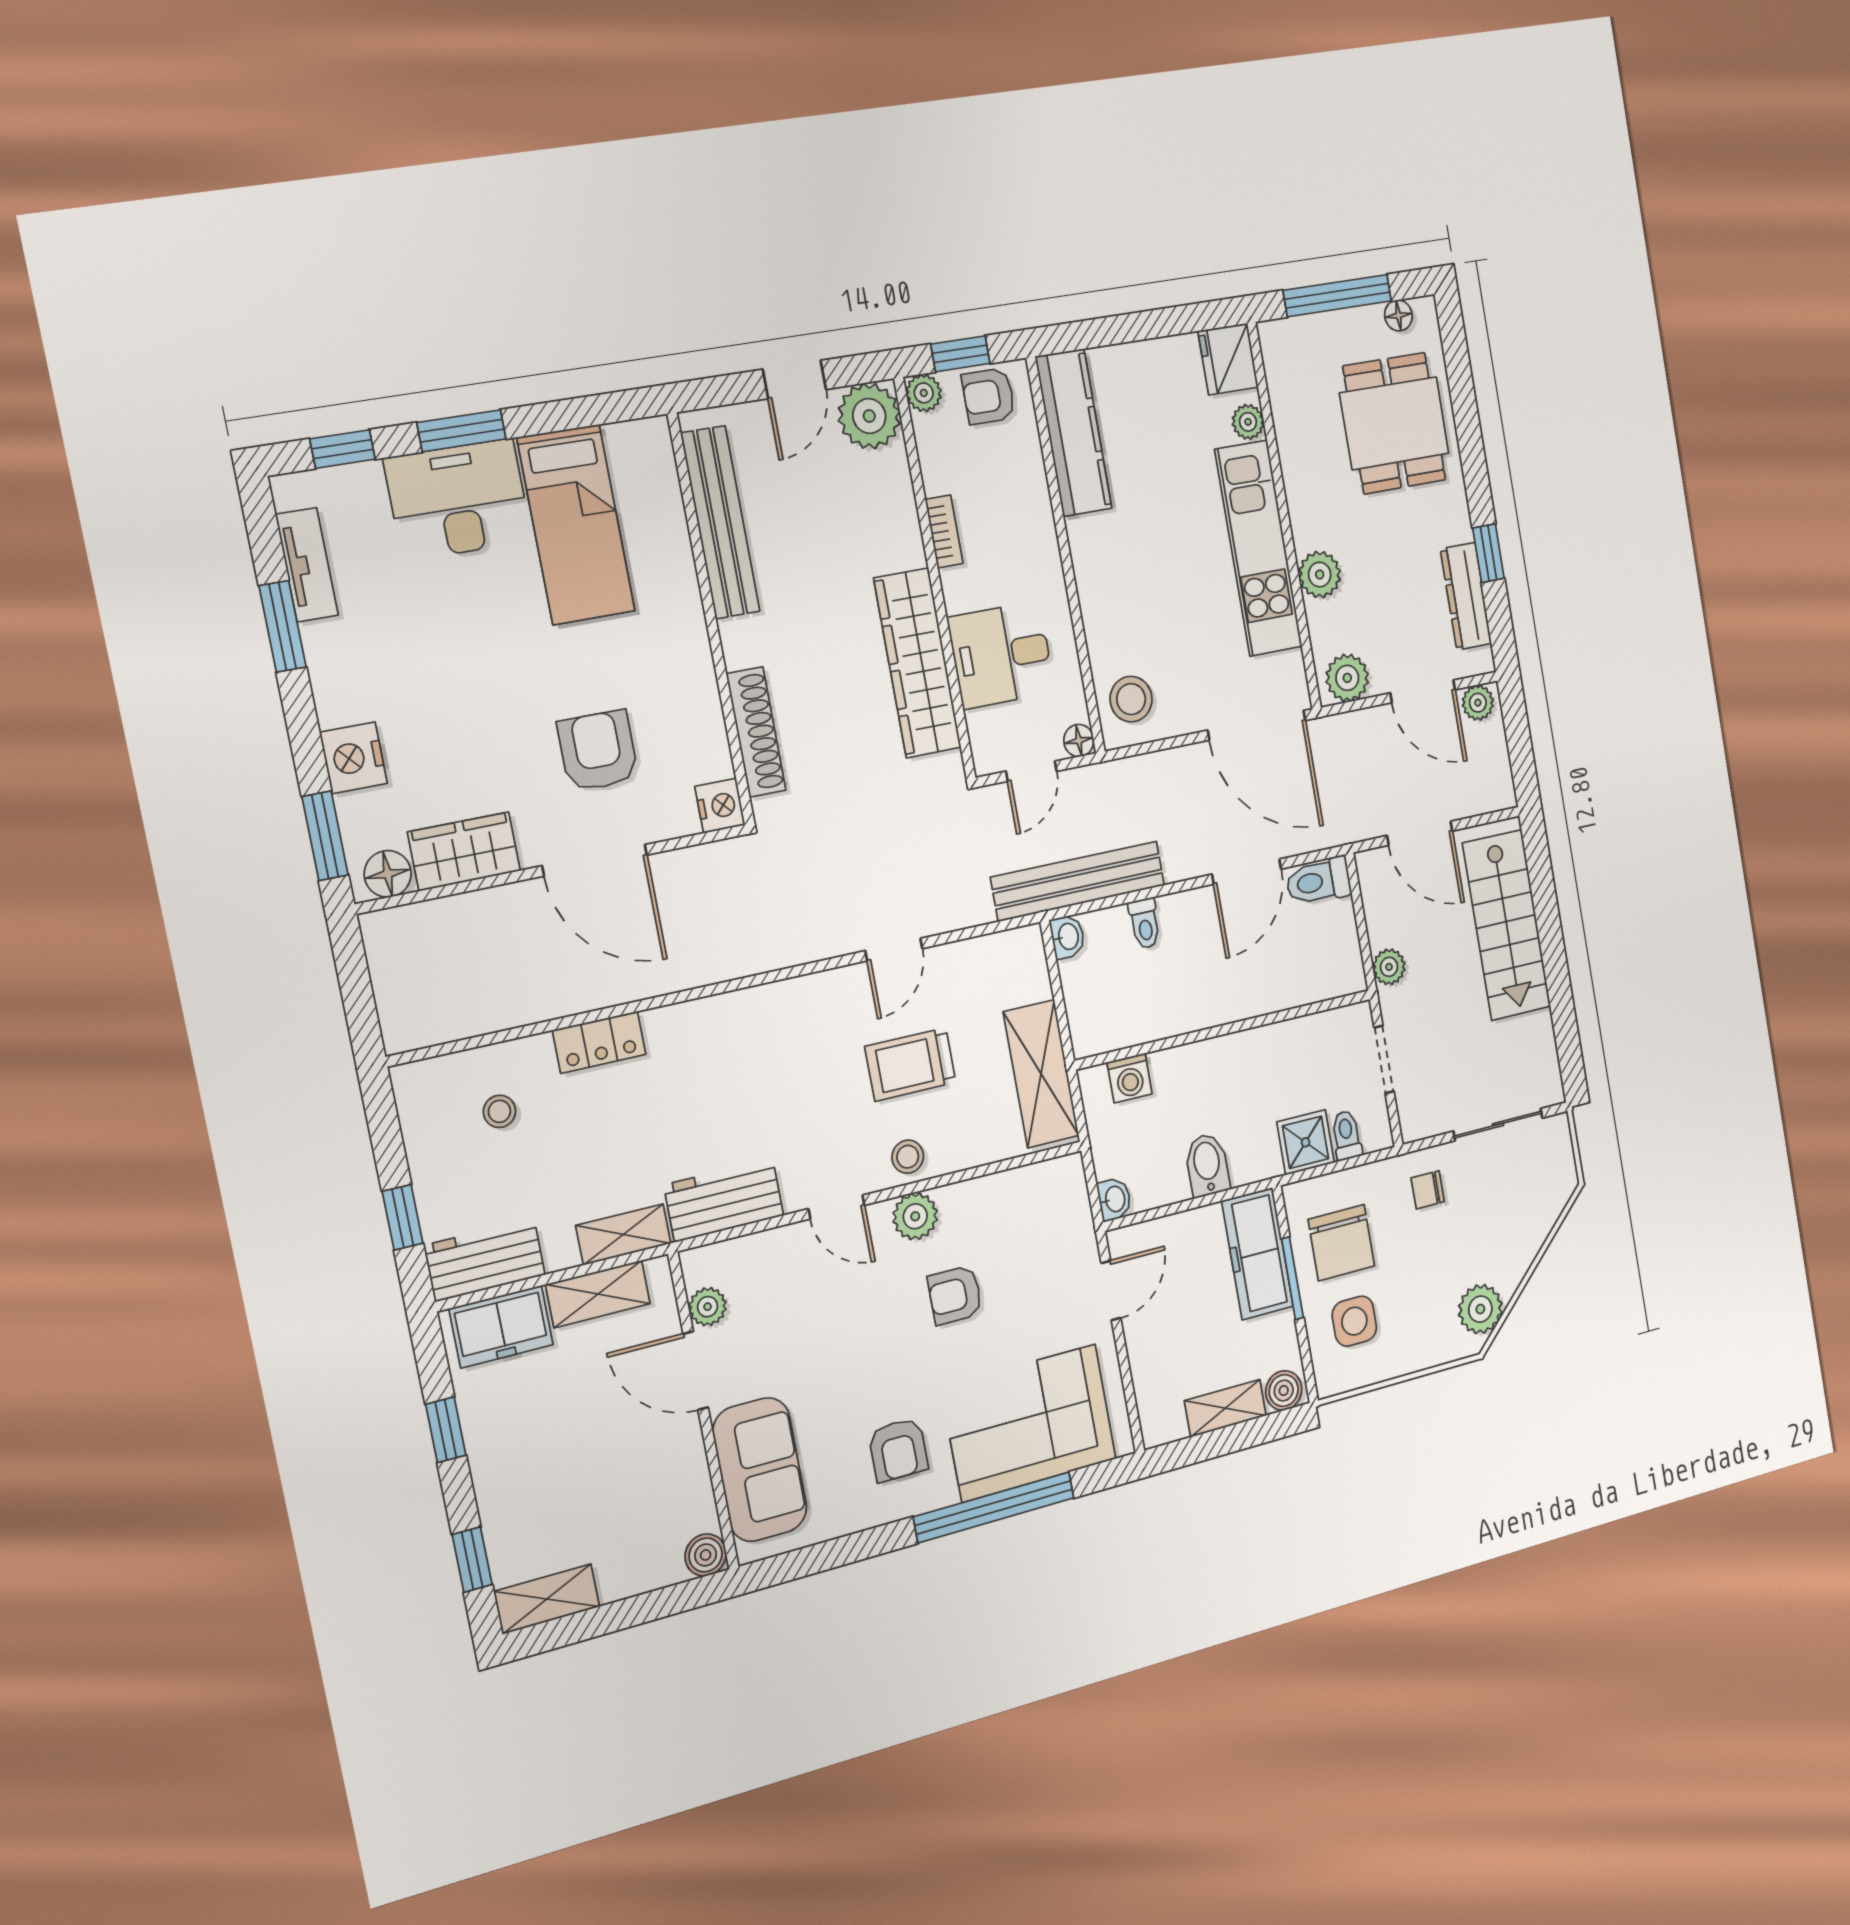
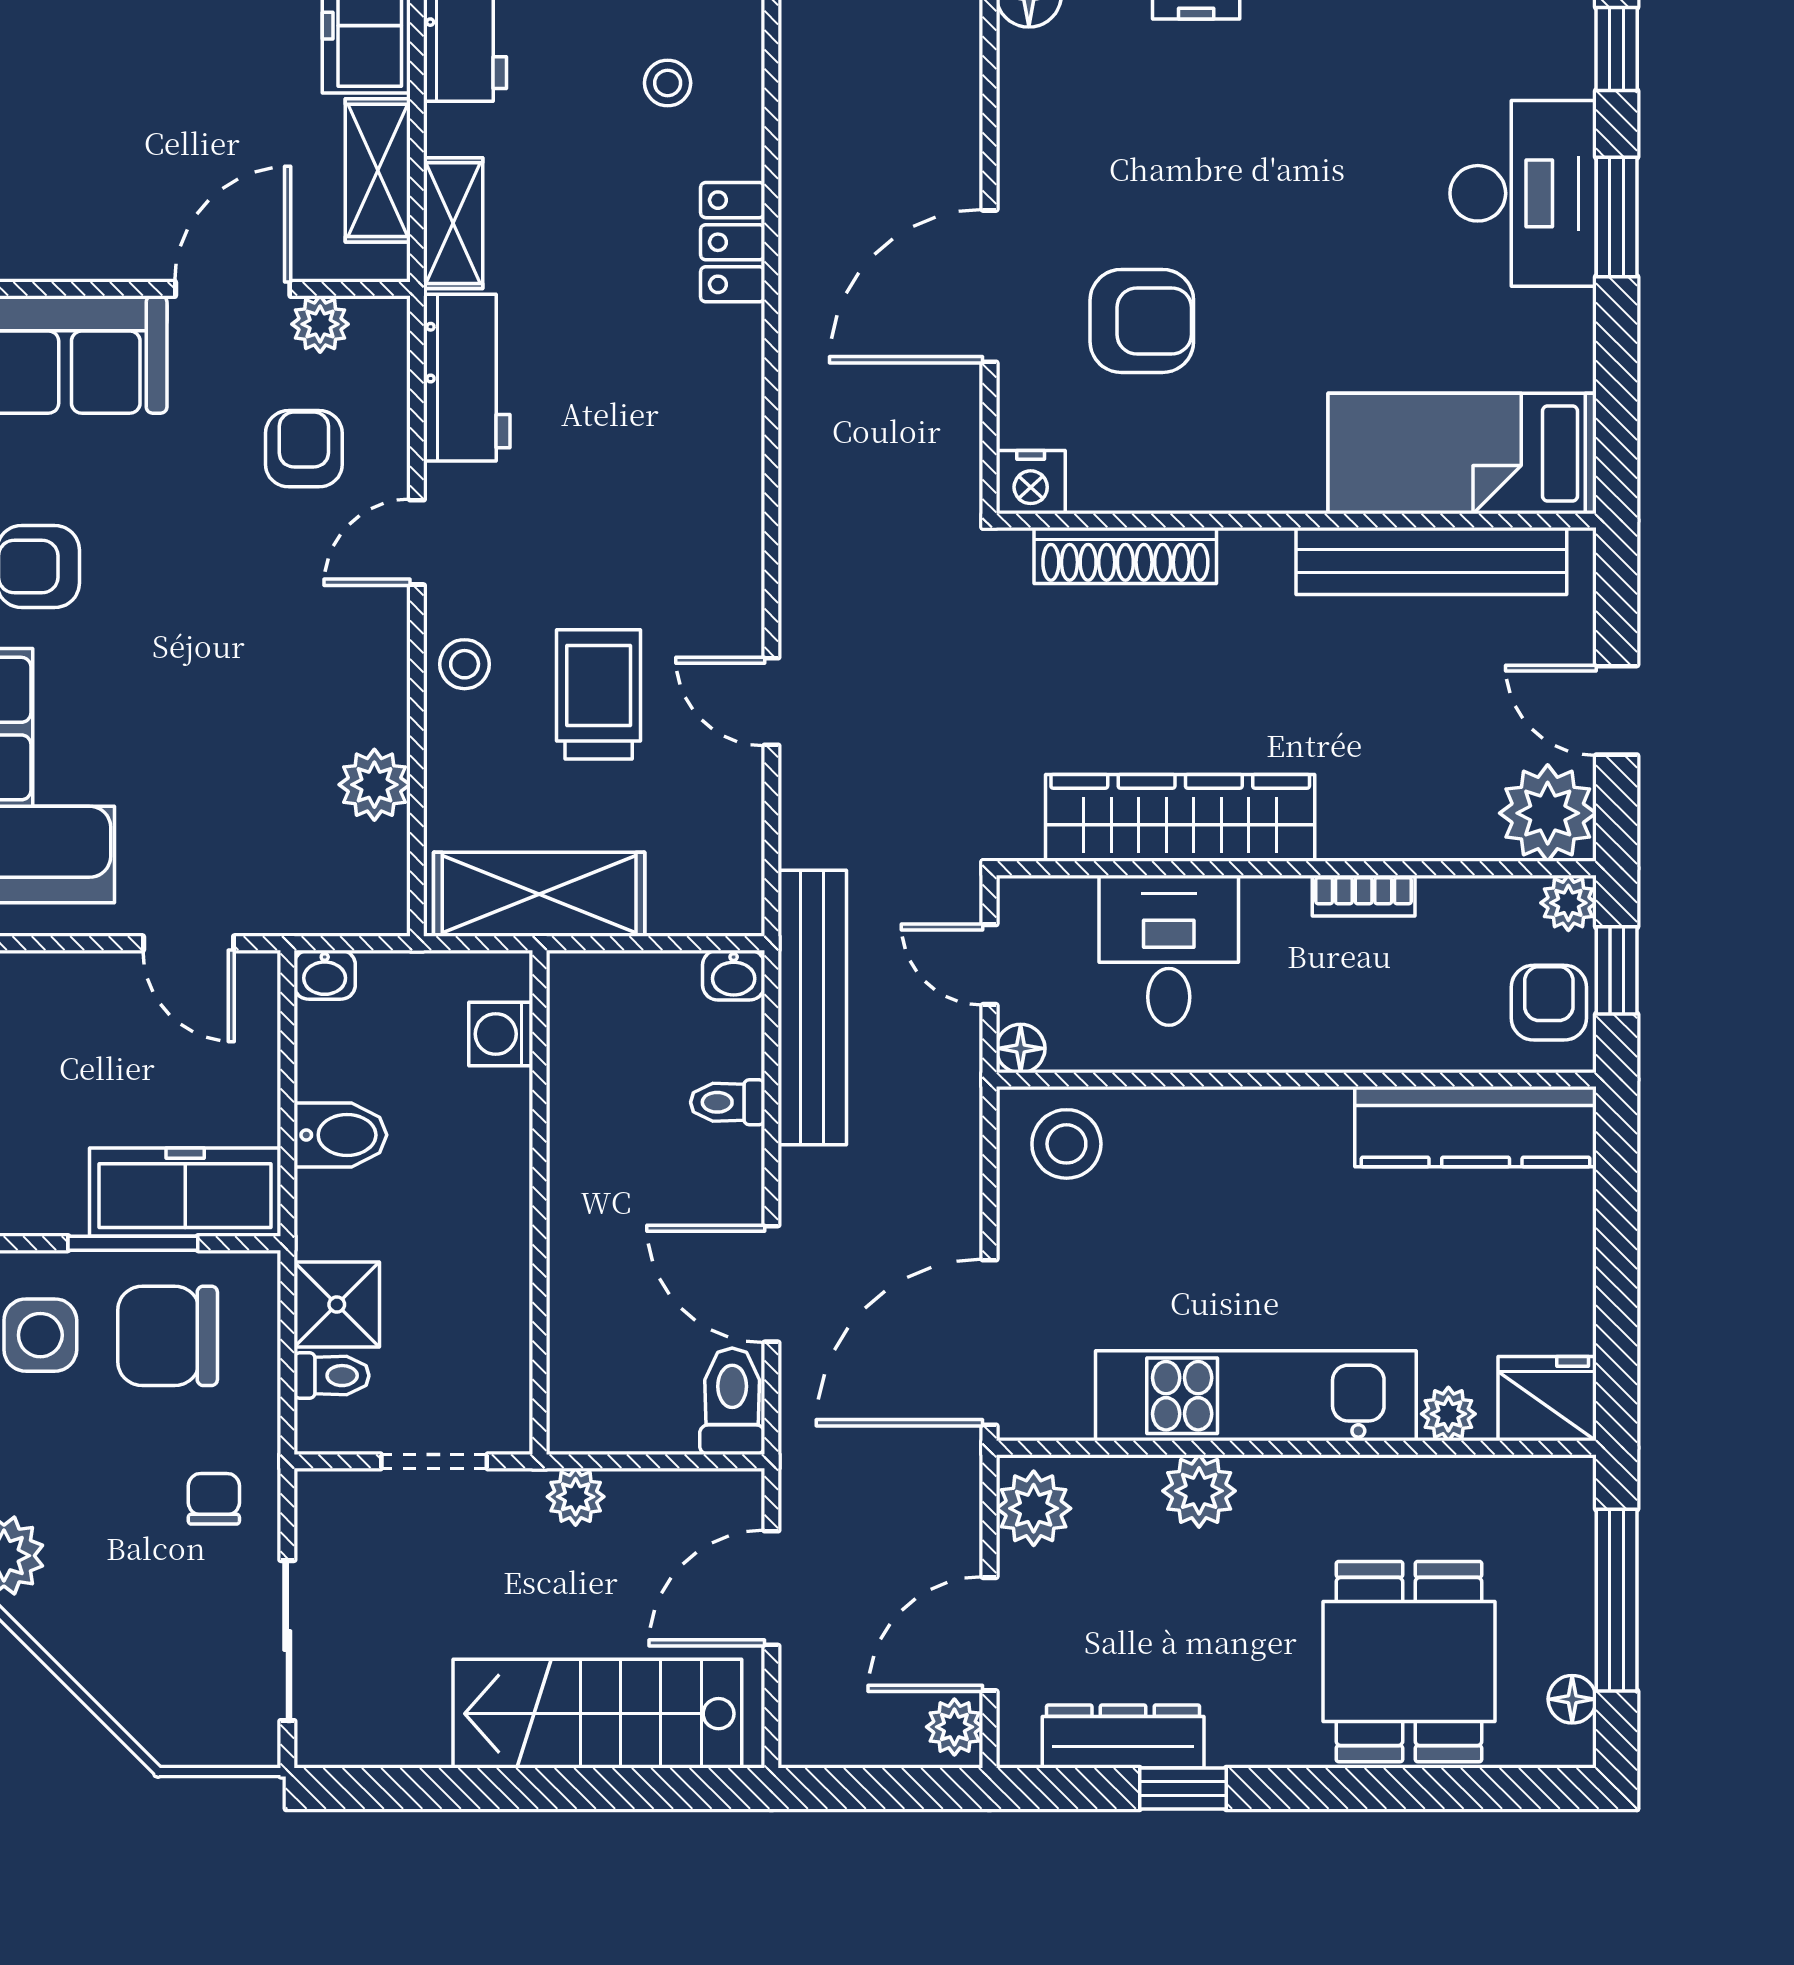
dining table: (1394, 423) -> (1409, 1662), turned 90
bed: (576, 525) -> (1462, 453), moved
wardrobe: (464, 851) -> (1039, 106), removed
plant: (915, 1216) -> (374, 785), moved
armchair: (955, 1295) -> (304, 449), moved

